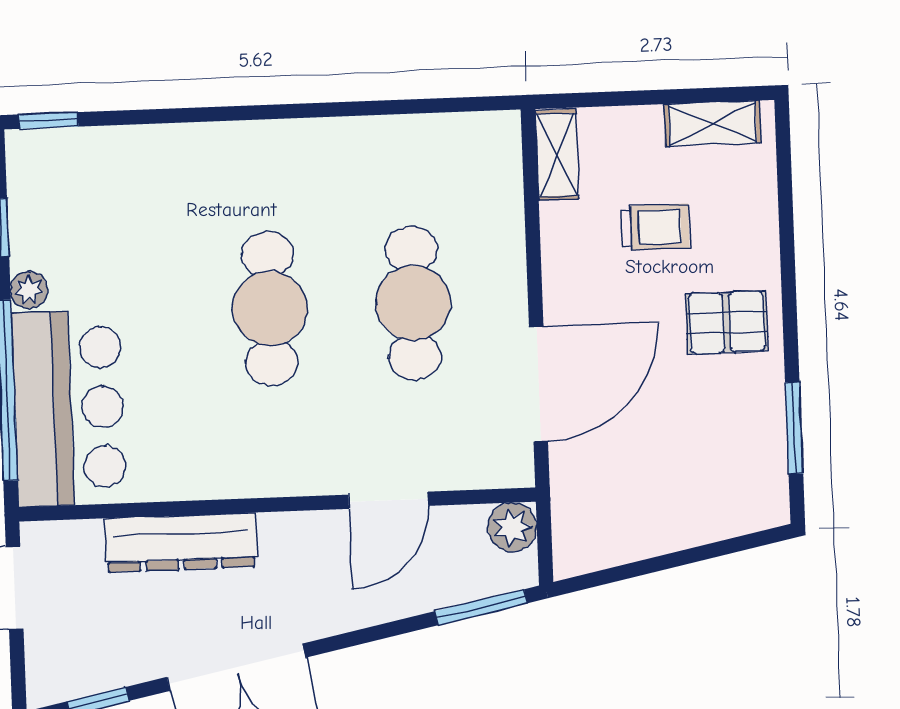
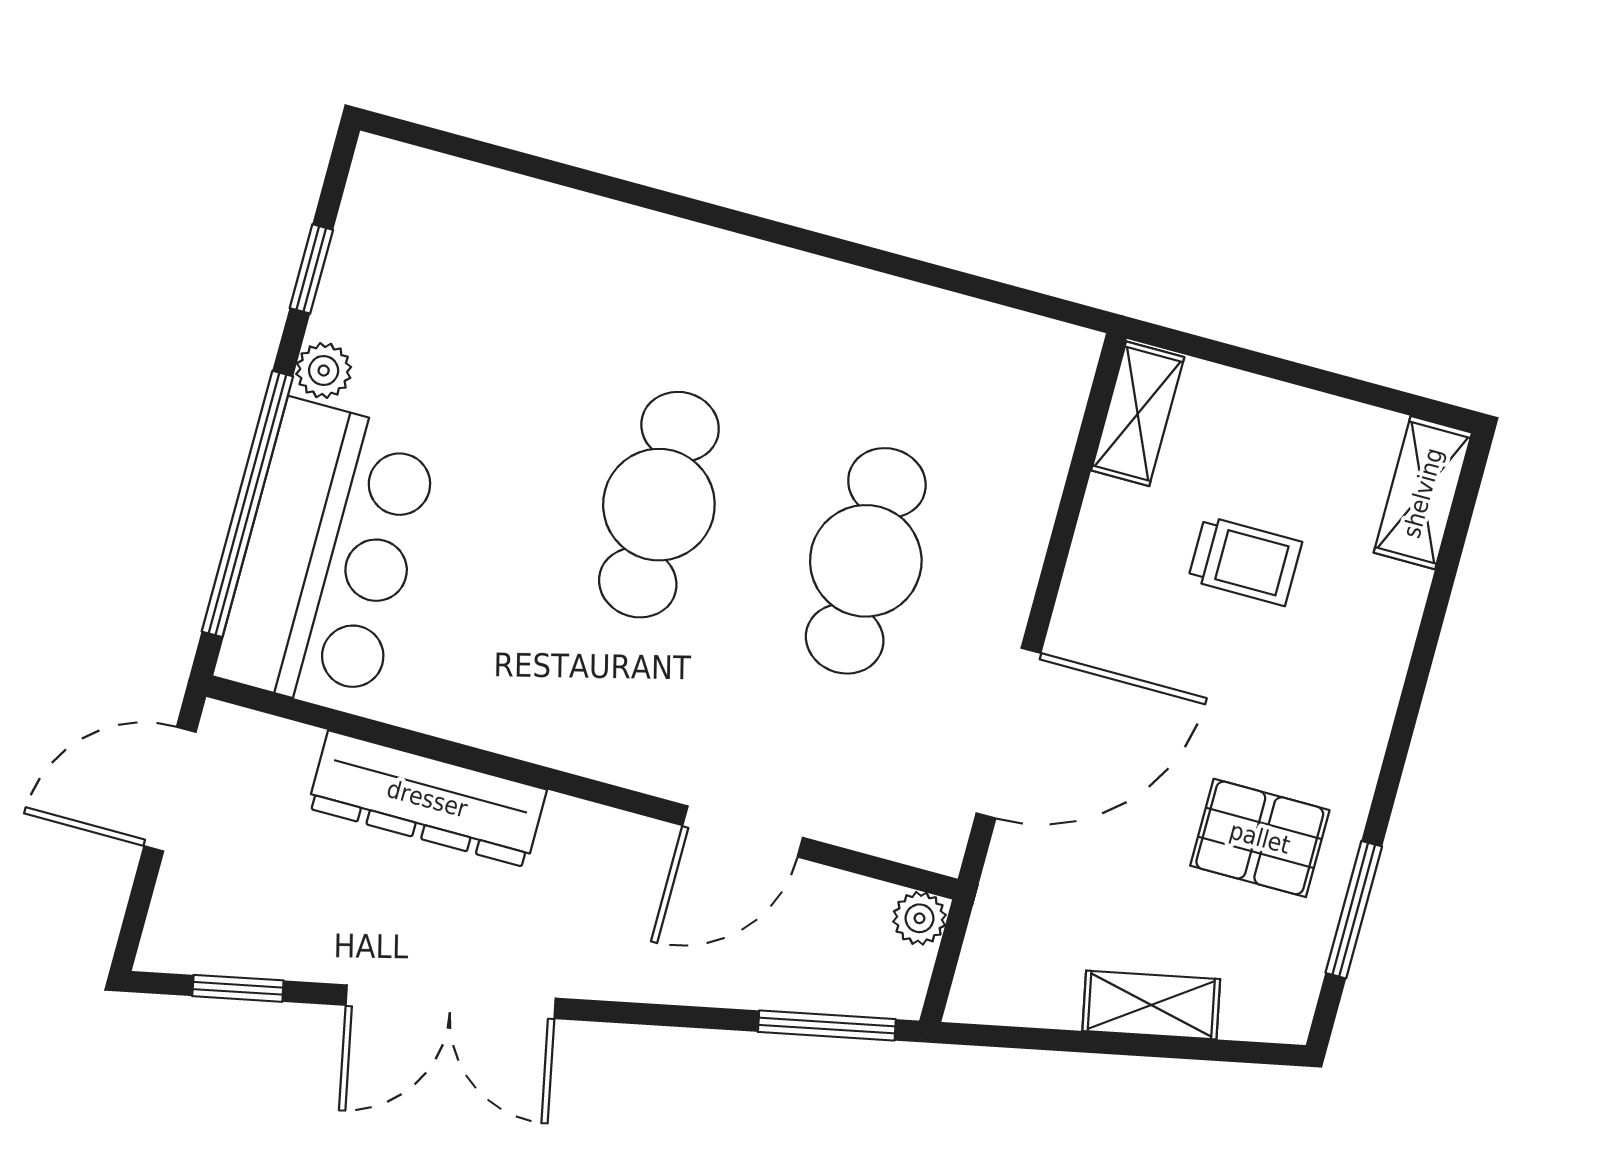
window: (48, 120) -> (427, 138), removed
shelving: (712, 123) -> (1423, 493), moved, turned 90
pallet: (727, 322) -> (1260, 838), moved
plant: (512, 527) -> (919, 918), width x0.73, depth x0.73
shelving: (684, 529) -> (1151, 1005), added

